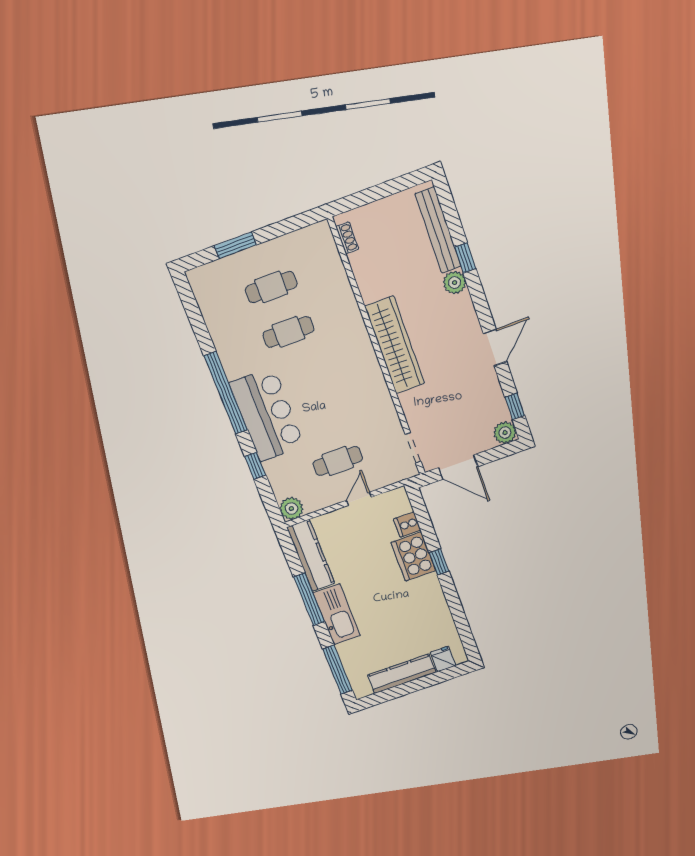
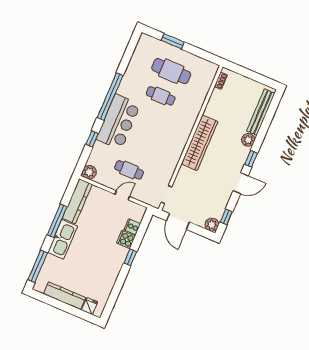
window: (465, 258) -> (251, 159), moved
cafe table: (271, 287) -> (171, 71), width x1.37, depth x1.35
cooker: (413, 557) -> (126, 239), width x0.53, depth x0.76

